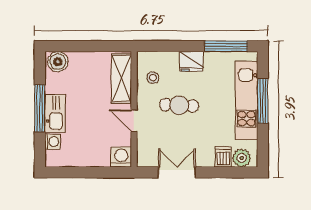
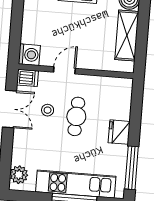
shelving: (121, 78) -> (127, 36), moved, turned 90
stool: (153, 78) -> (48, 110), moved
dishwasher: (223, 157) -> (28, 78), moved

